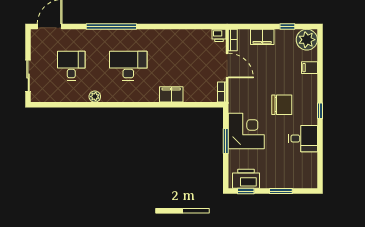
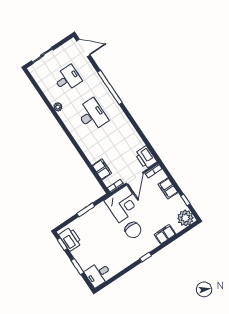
printer: (219, 35) -> (146, 157), width x1.87, depth x1.48
filing cabinet: (309, 68) -> (165, 234), width x2.00
filing cabinet: (171, 94) -> (102, 169), moved
corner desk: (246, 131) -> (123, 204), moved
desk: (303, 139) -> (98, 274), moved, turned 90

